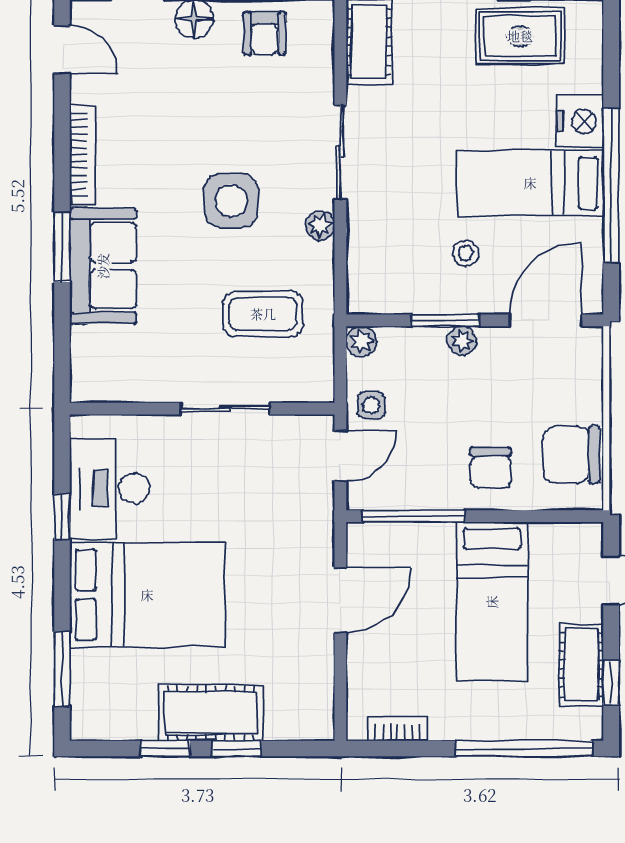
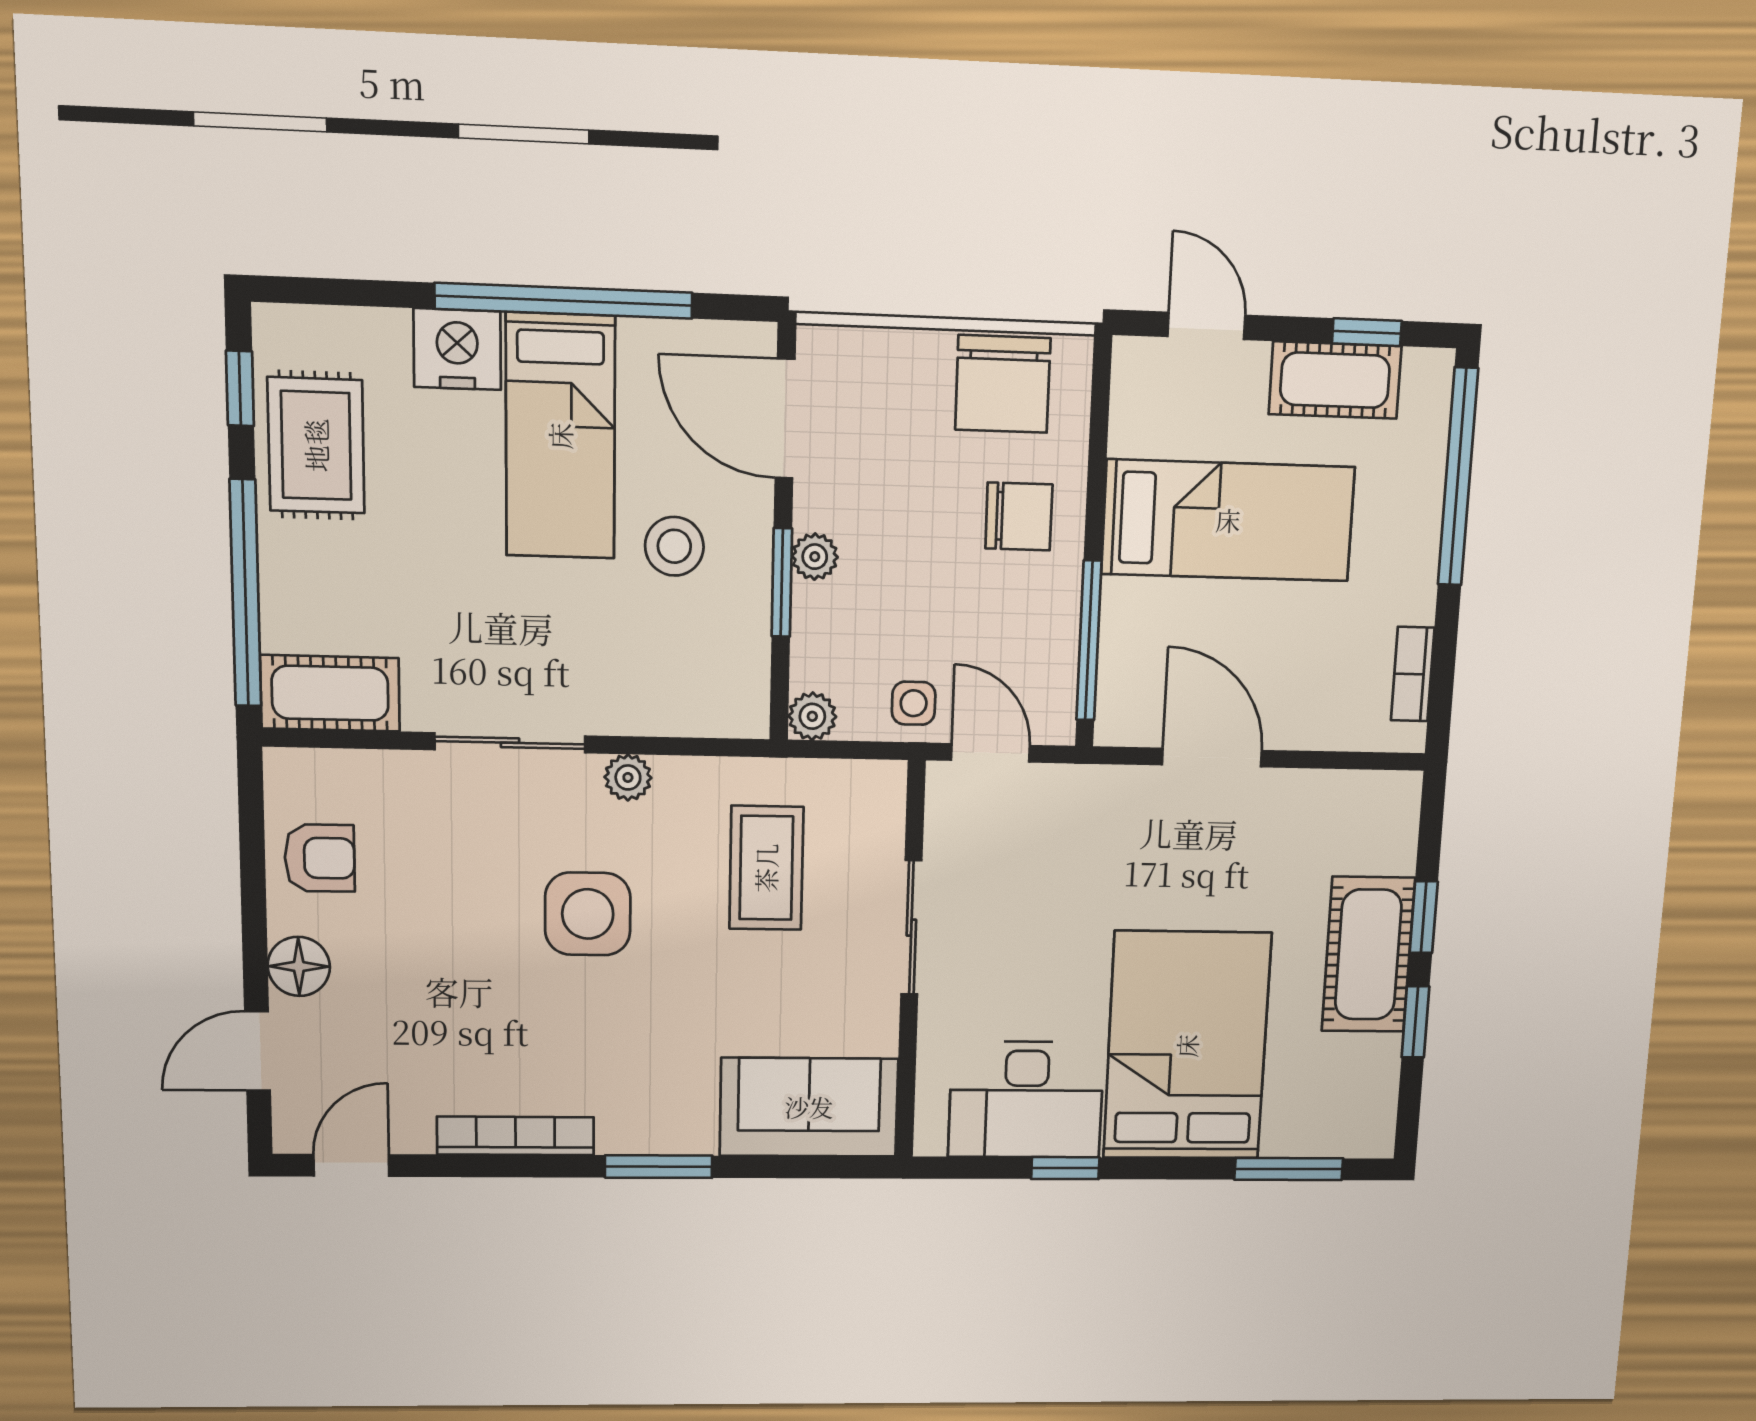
stool: (466, 253) -> (674, 546), width x1.37, depth x1.37
sofa: (103, 266) -> (809, 1107), moved

